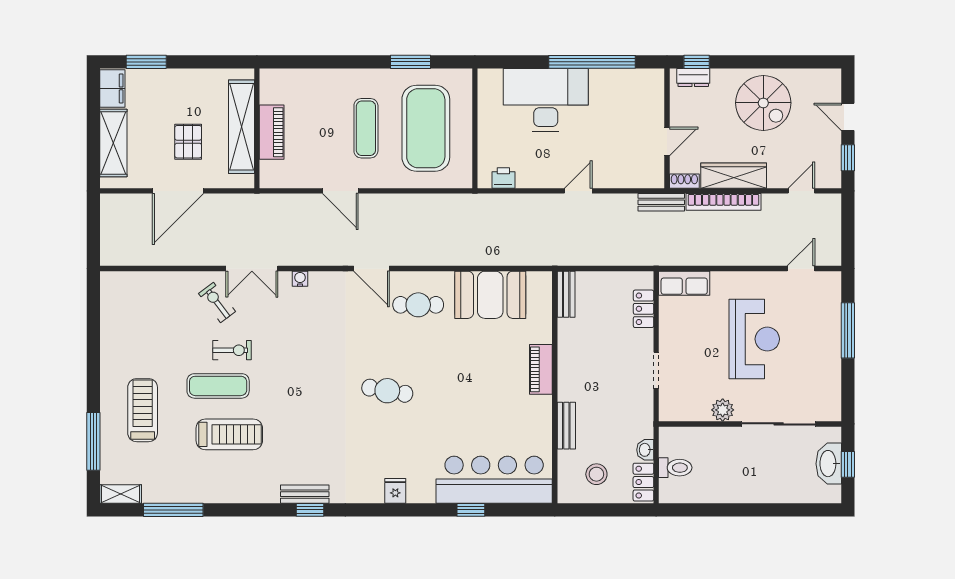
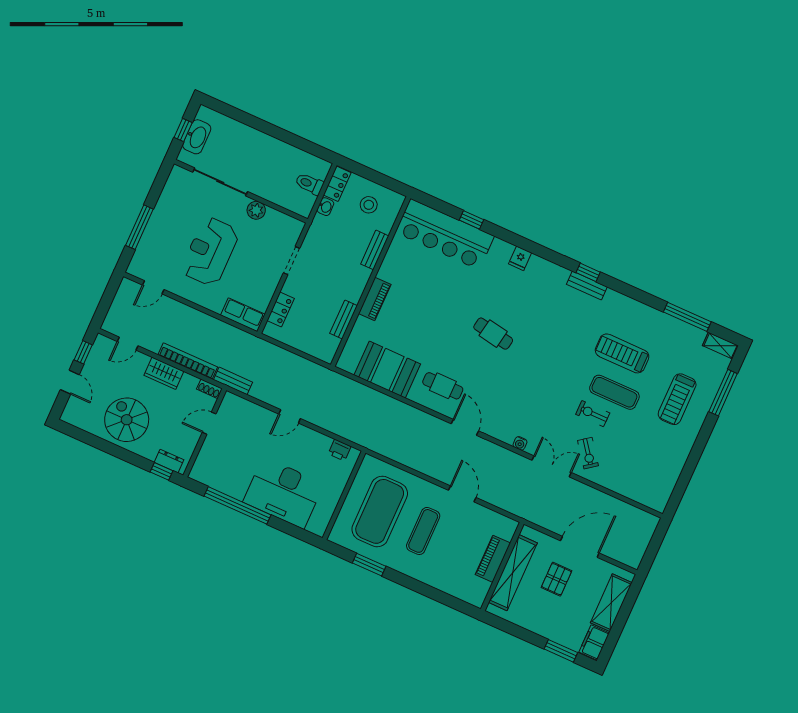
wardrobe: (734, 176) -> (164, 373), width x0.67
bench: (566, 294) -> (344, 319), moved

